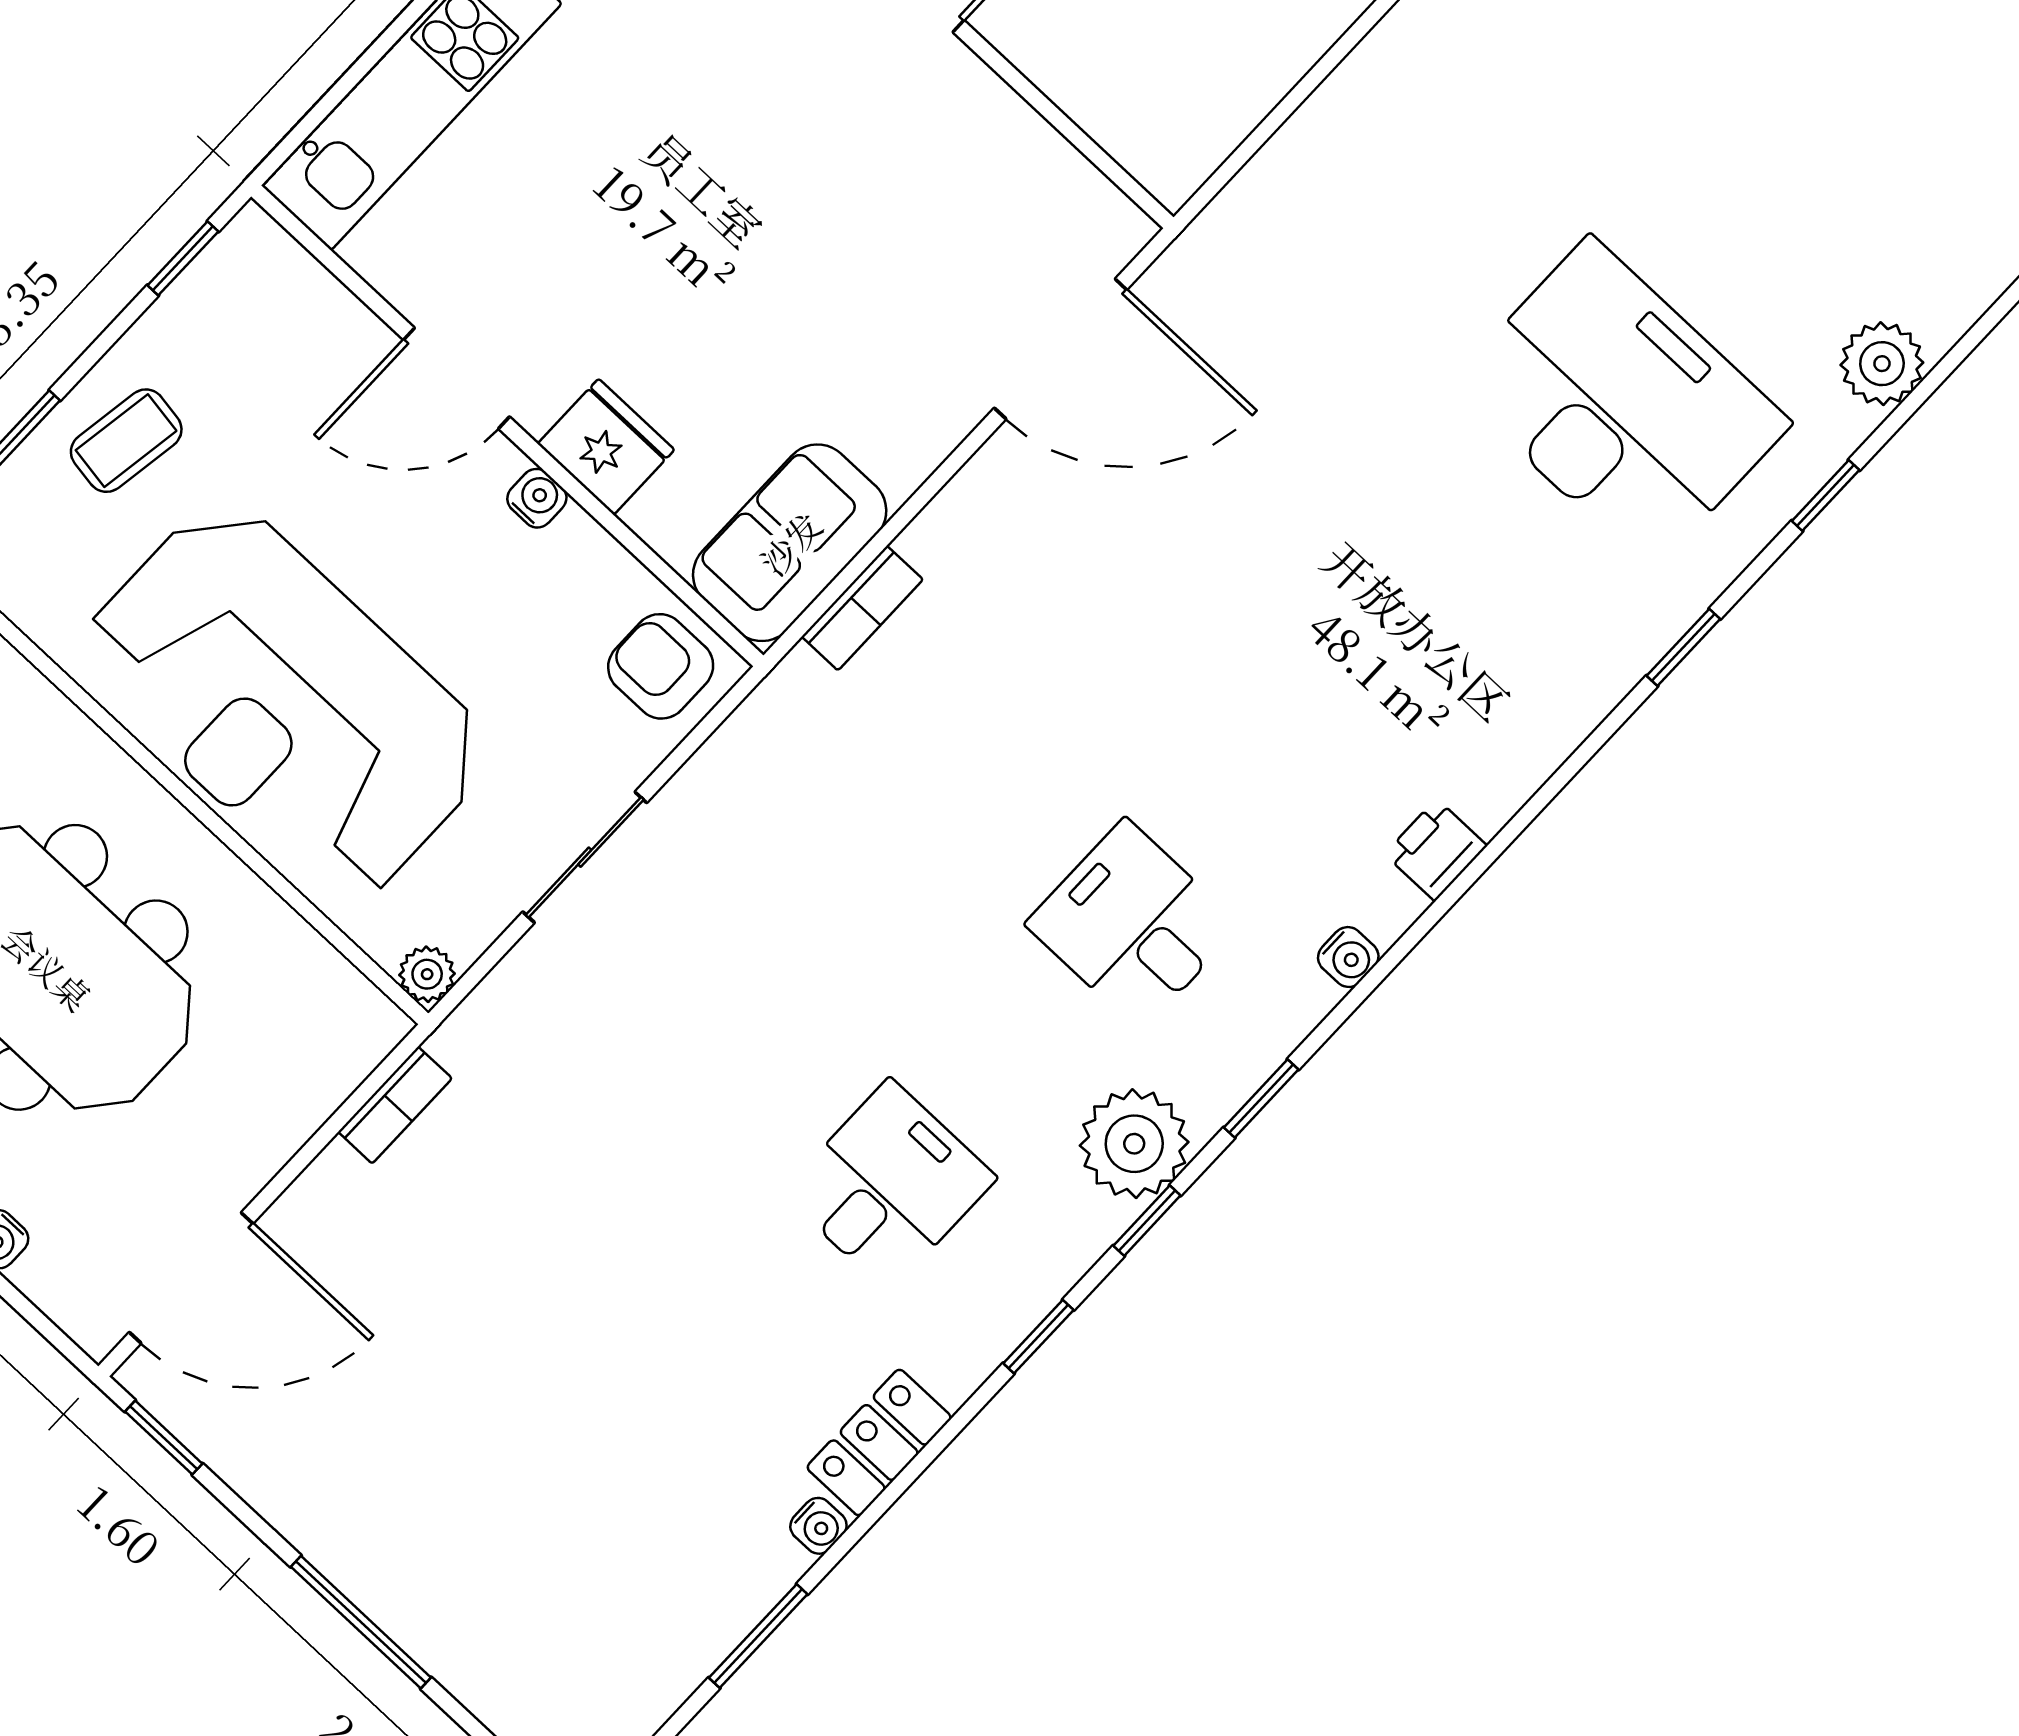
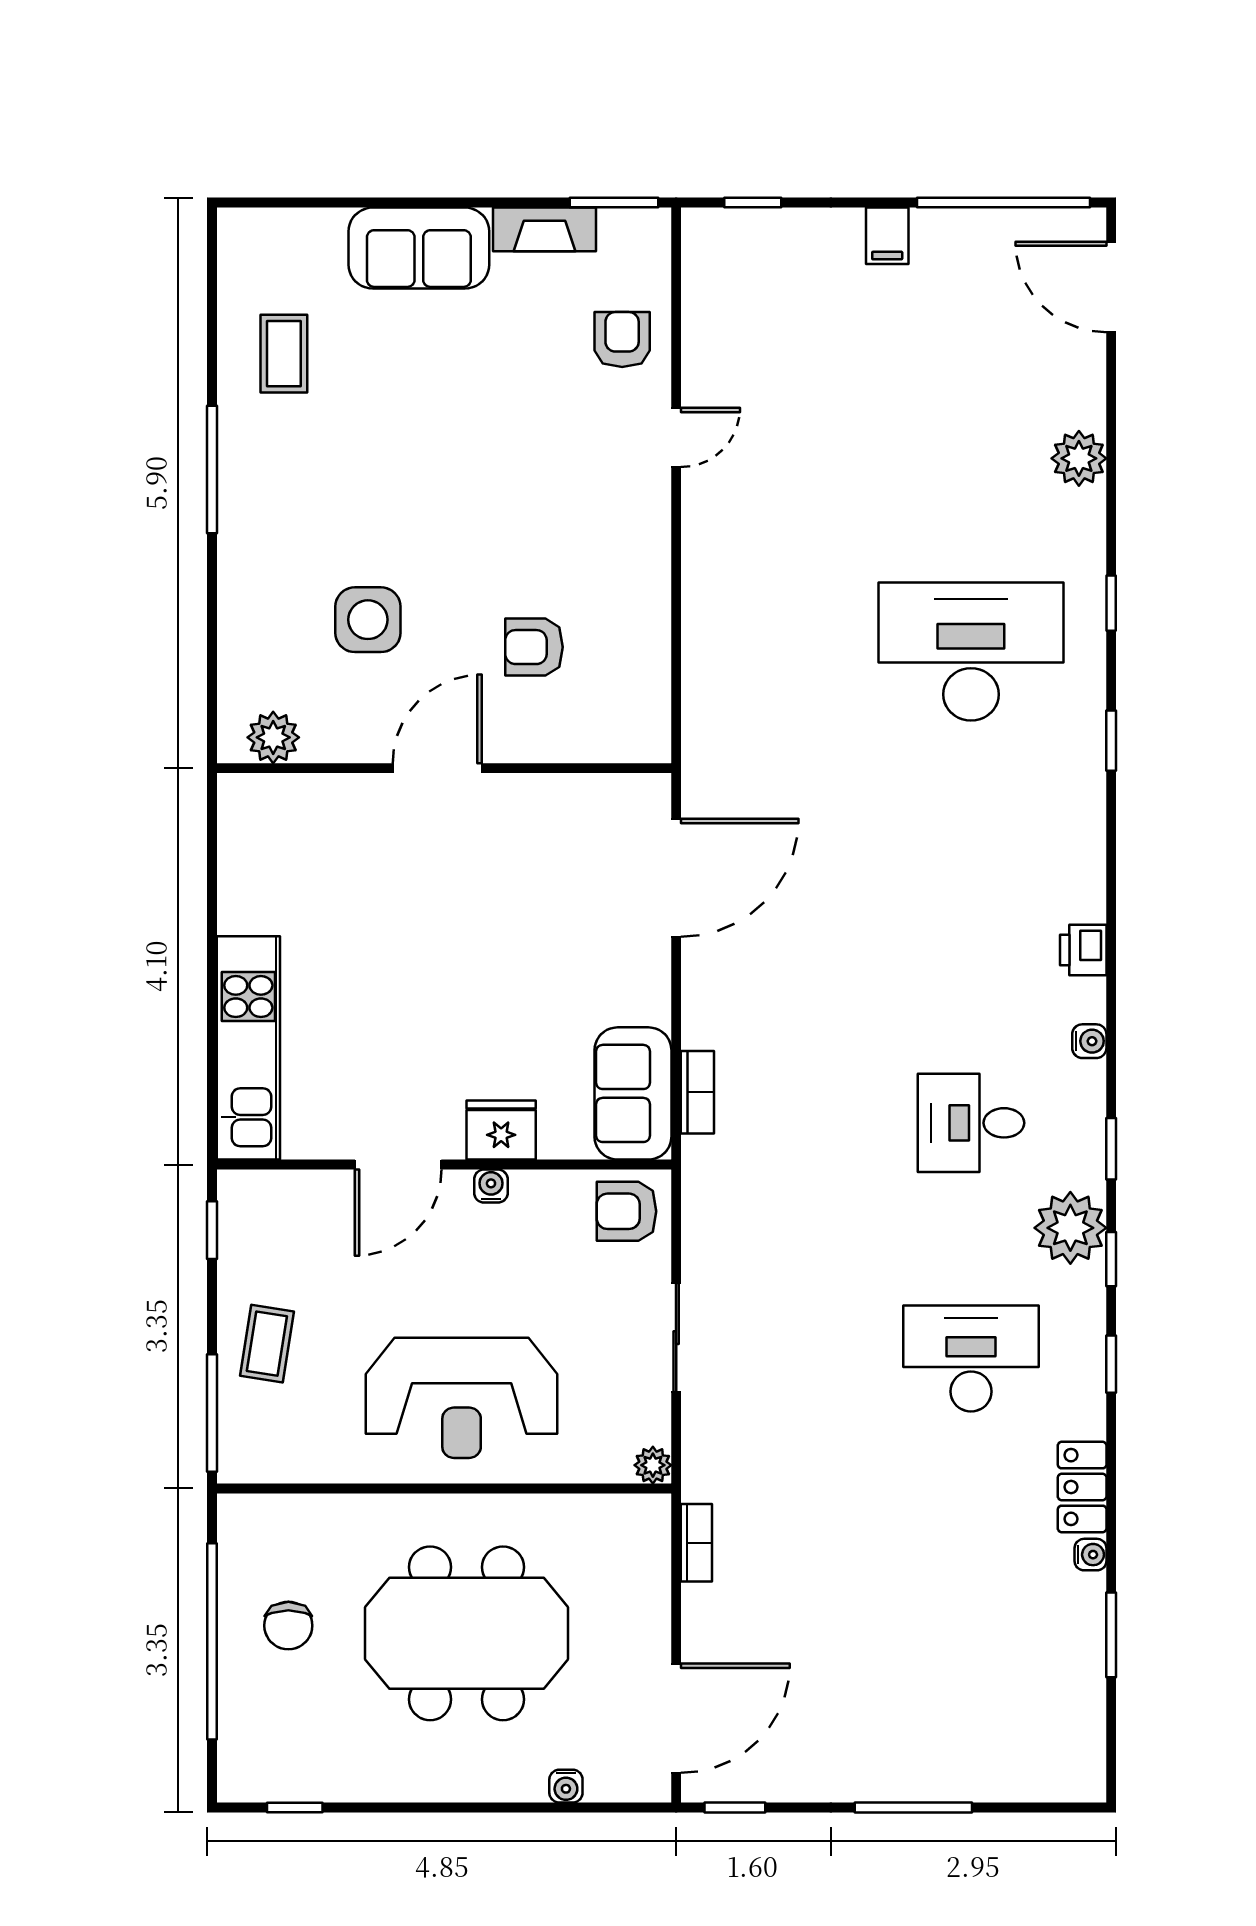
plant: (1882, 364) -> (1079, 458), moved
reception desk: (285, 702) -> (462, 1398), width x0.74, depth x0.77
desk: (889, 1185) -> (971, 1359), width x1.37

